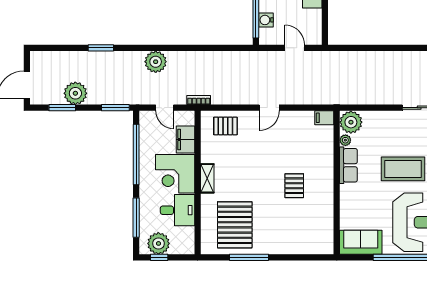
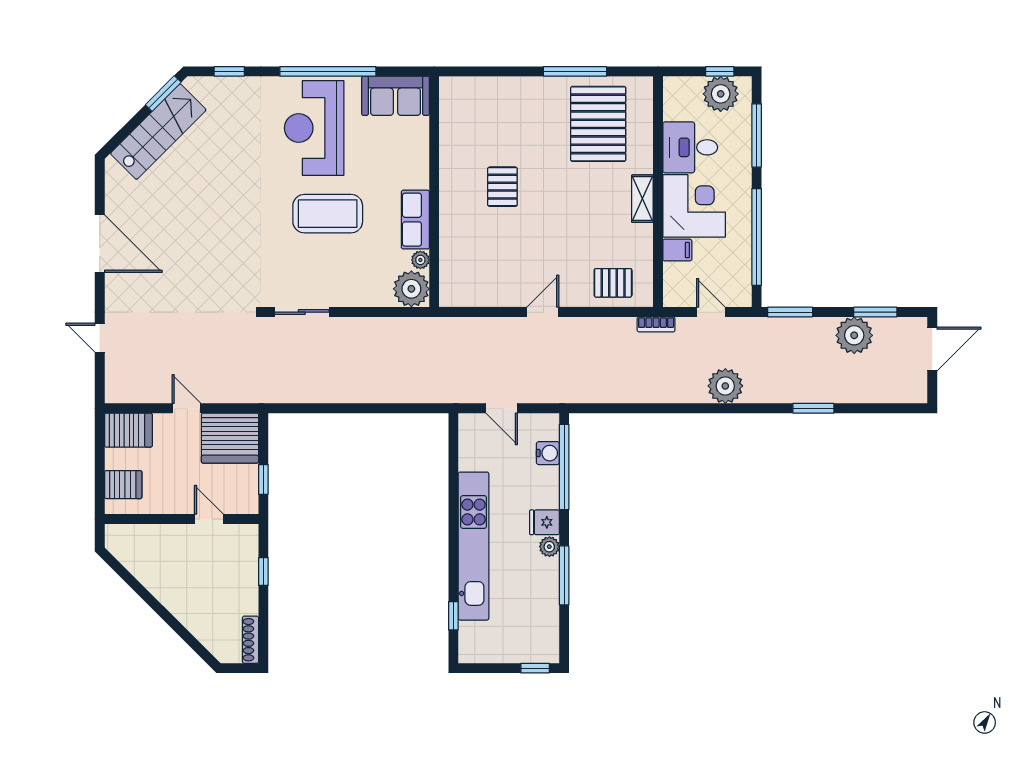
filing cabinet: (324, 118) -> (454, 296), removed
filing cabinet: (185, 140) -> (677, 250), width x0.50

